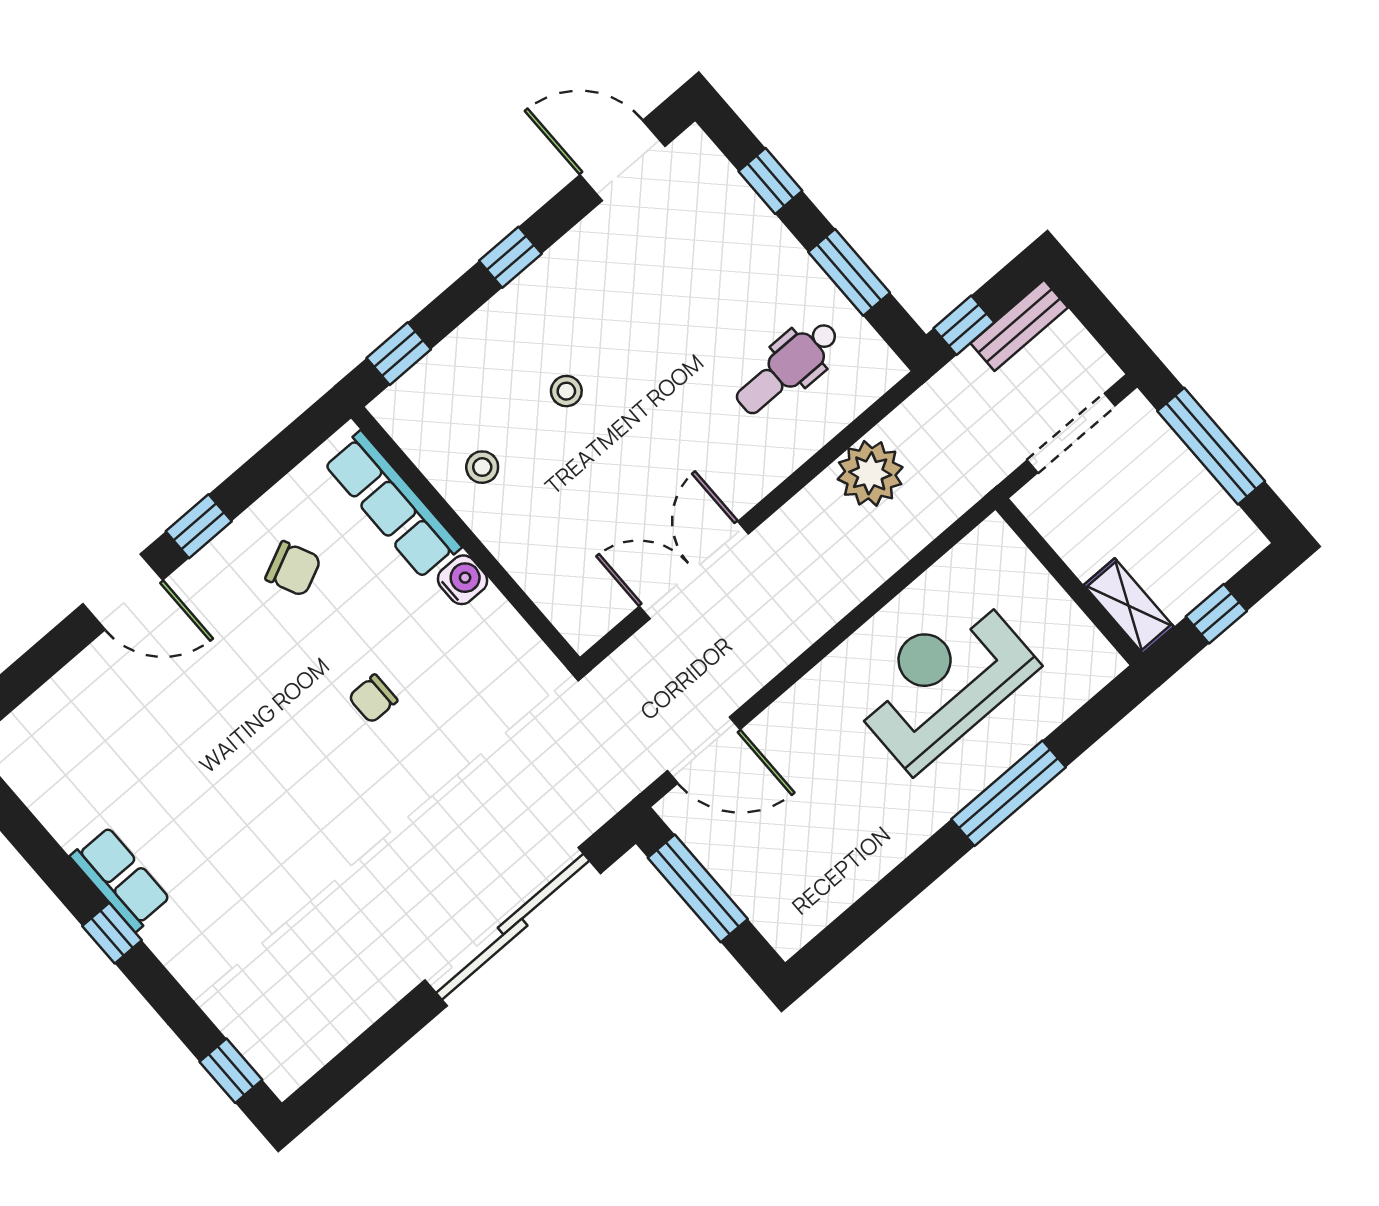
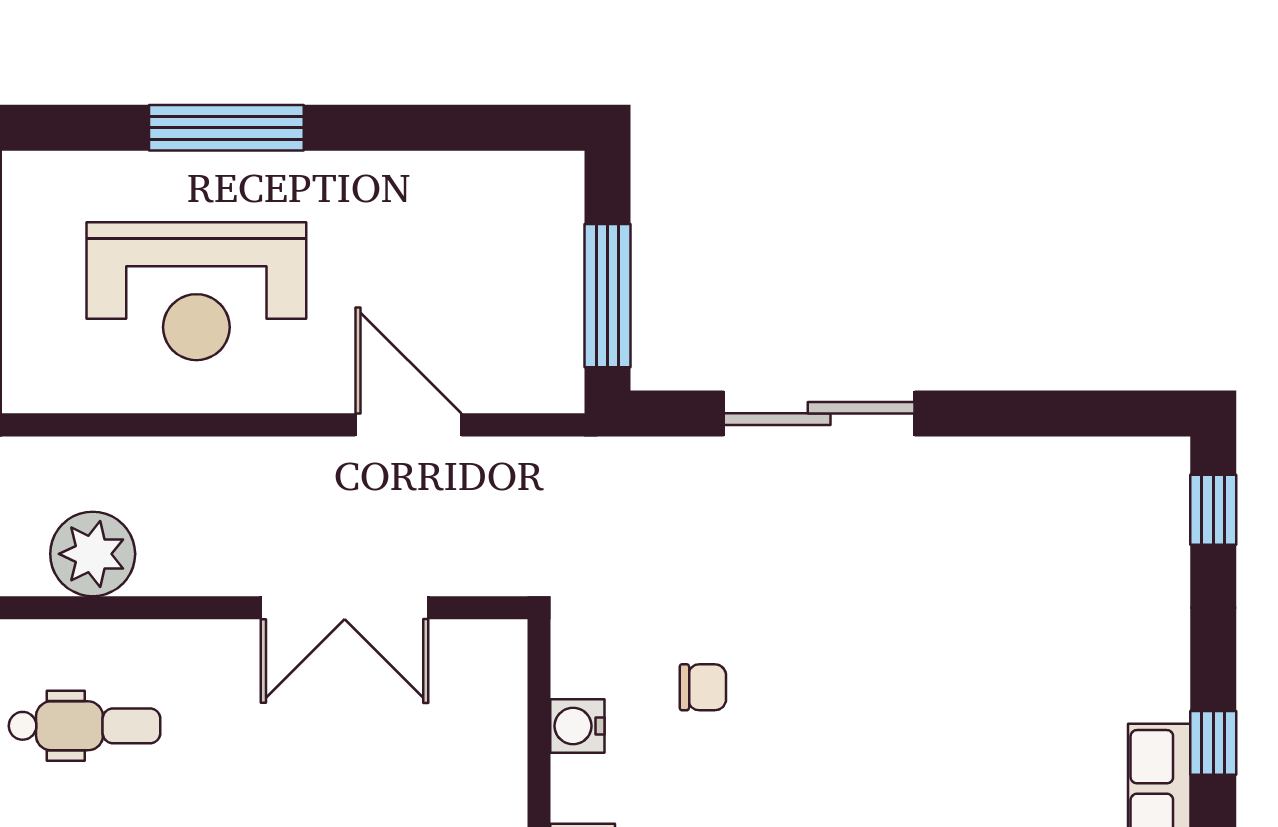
water cooler: (463, 580) -> (577, 726), moved
chair: (373, 699) -> (703, 687), moved
door: (704, 750) -> (408, 425), moved
sliding door: (513, 927) -> (819, 413), width x0.73

